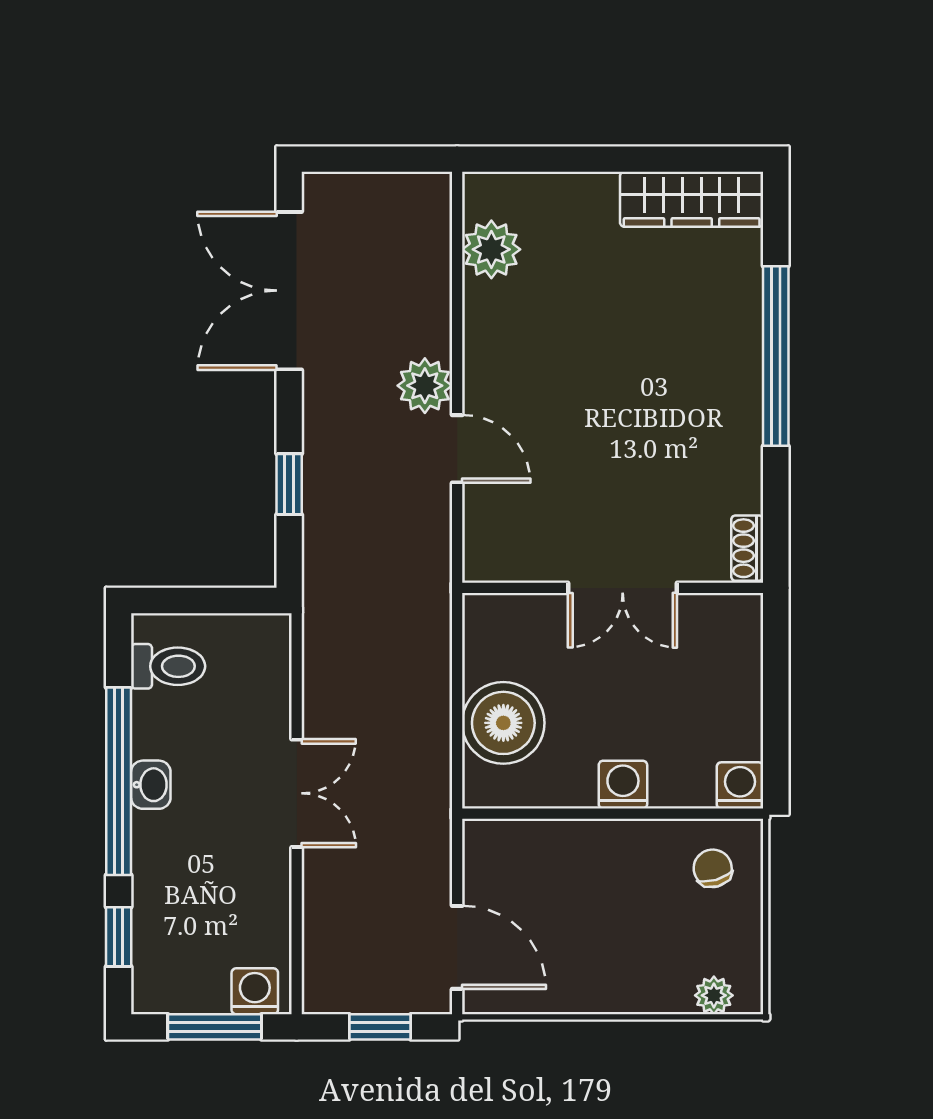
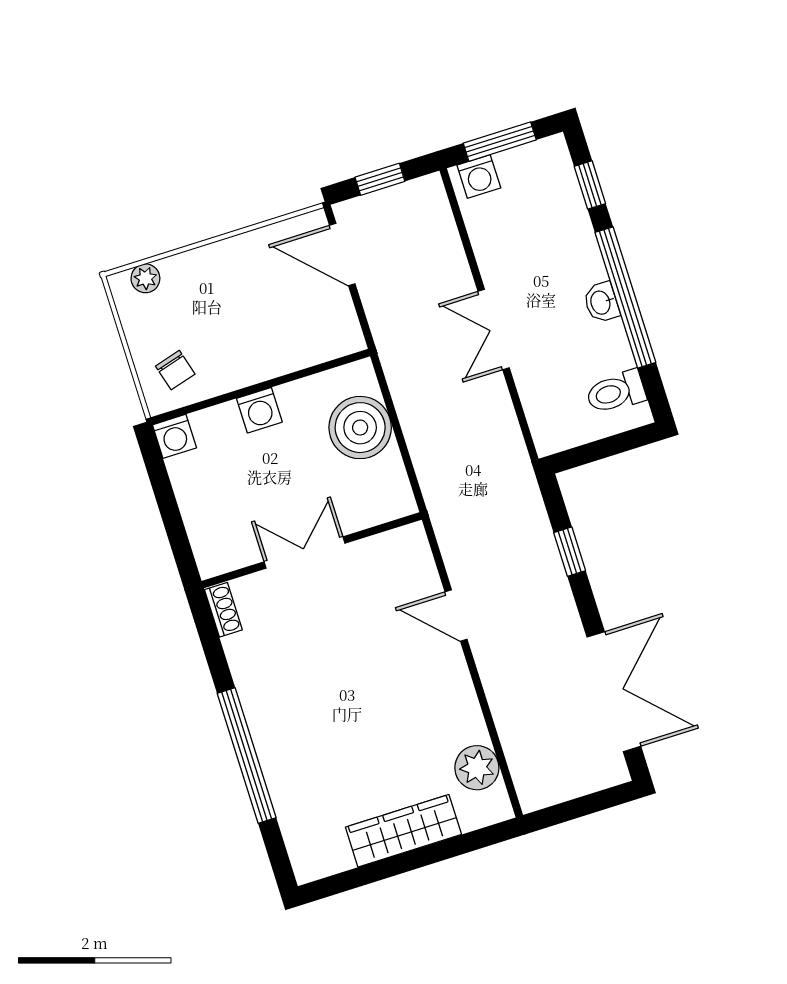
wardrobe: (692, 199) -> (403, 831), moved
plant: (425, 386) -> (494, 654), removed

